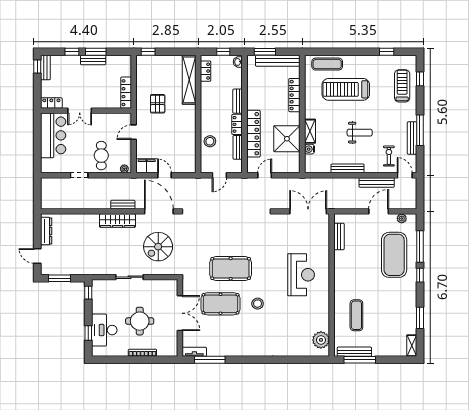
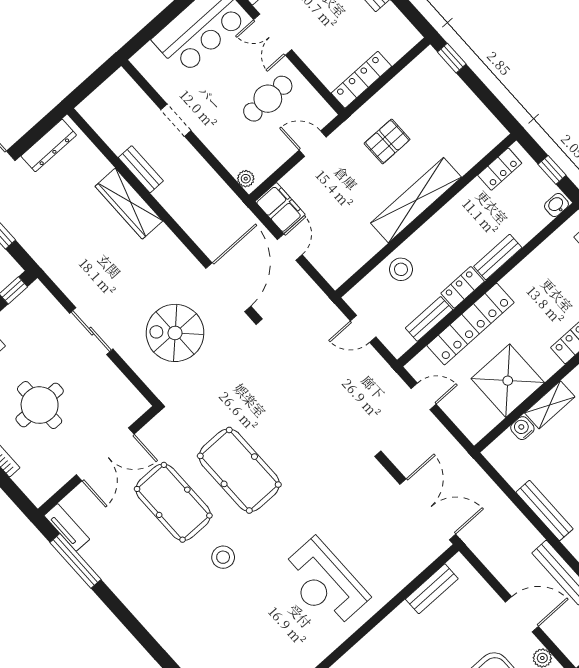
shelving: (189, 80) -> (416, 200), moved
cafe table: (101, 156) -> (268, 99), moved
bench: (123, 205) -> (141, 169), moved
wardrobe: (118, 221) -> (129, 204), moved
reception desk: (301, 275) -> (324, 583), turned 90

